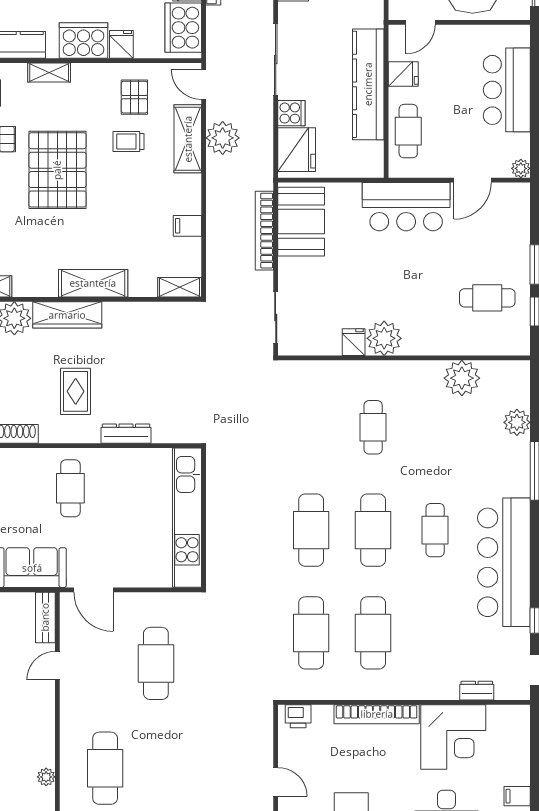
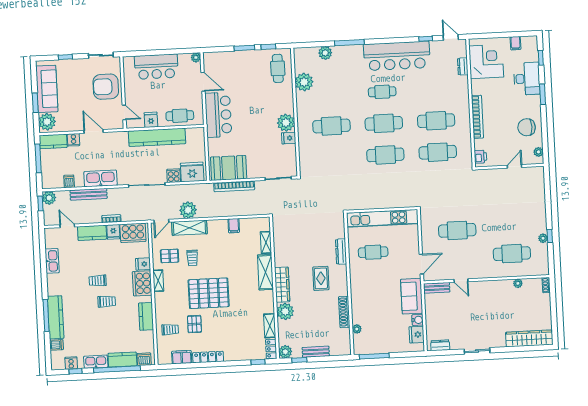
shelving: (49, 73) -> (158, 281), moved
shelving: (180, 287) -> (266, 242), moved
cafe table: (487, 298) -> (278, 68), moved
rug: (76, 391) -> (321, 278), turned 90
cafe table: (373, 427) -> (331, 126), width x1.37, depth x1.35
cafe table: (70, 488) -> (373, 252), moved
corner desk: (453, 737) -> (486, 62), moved

